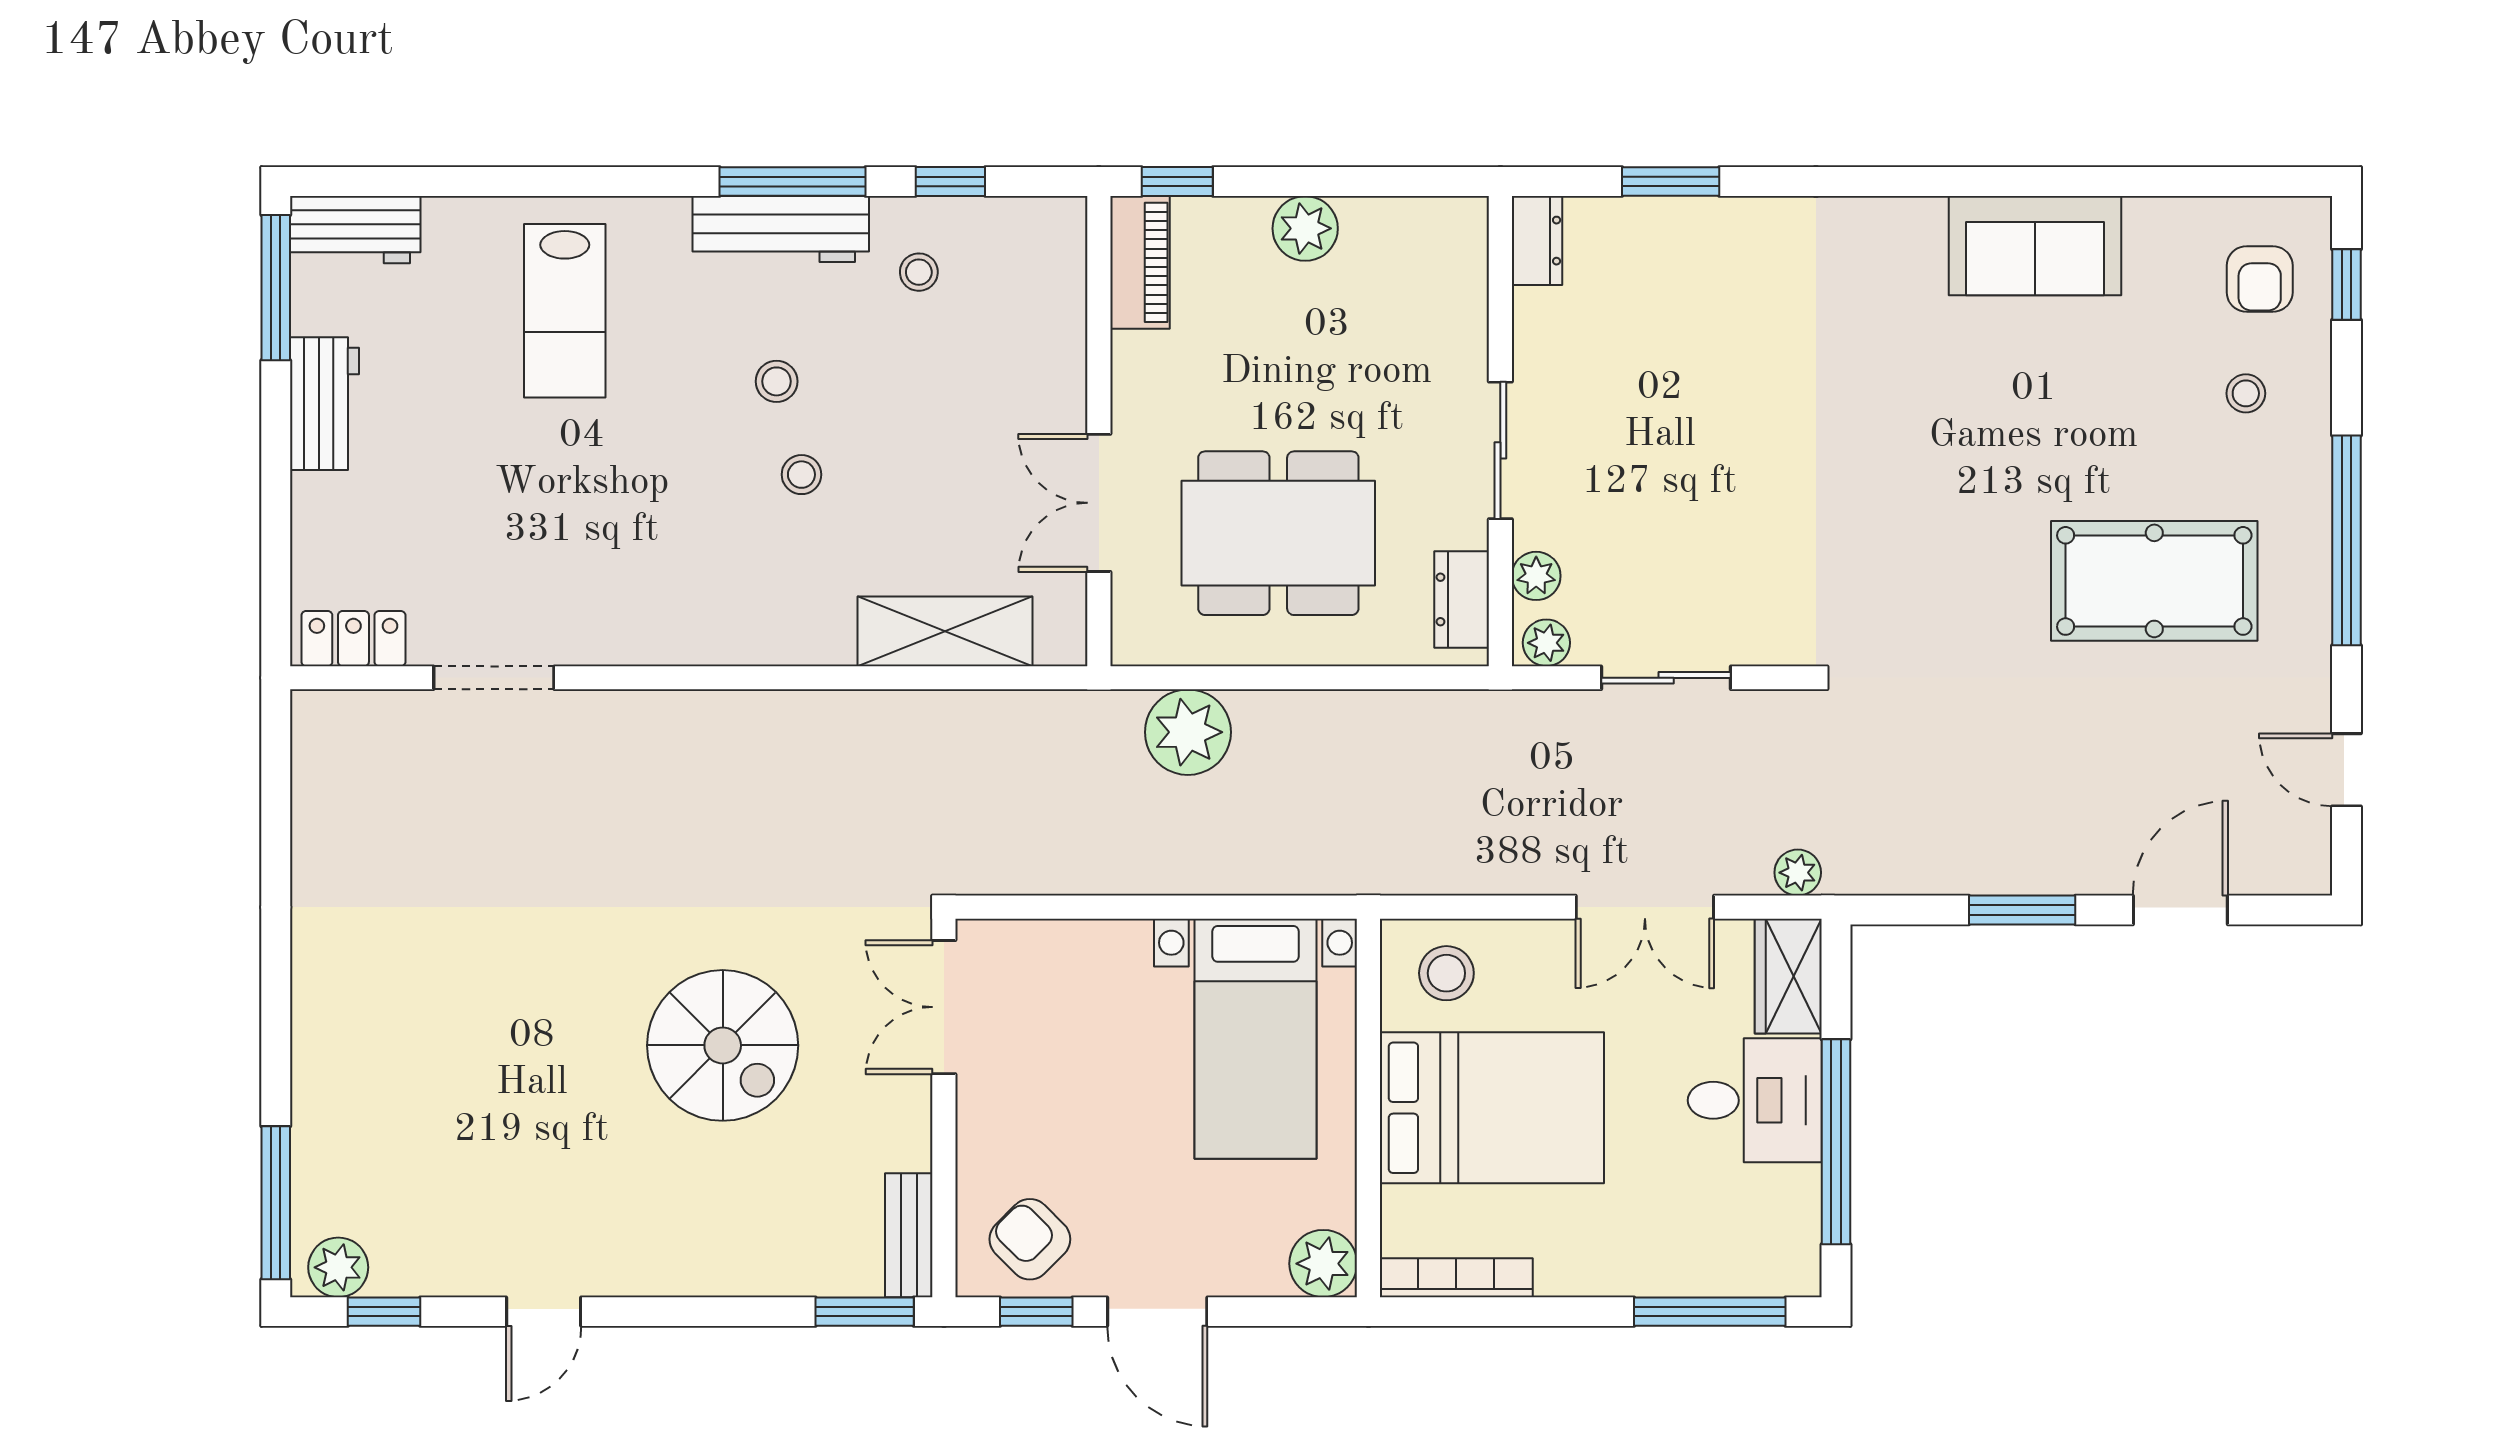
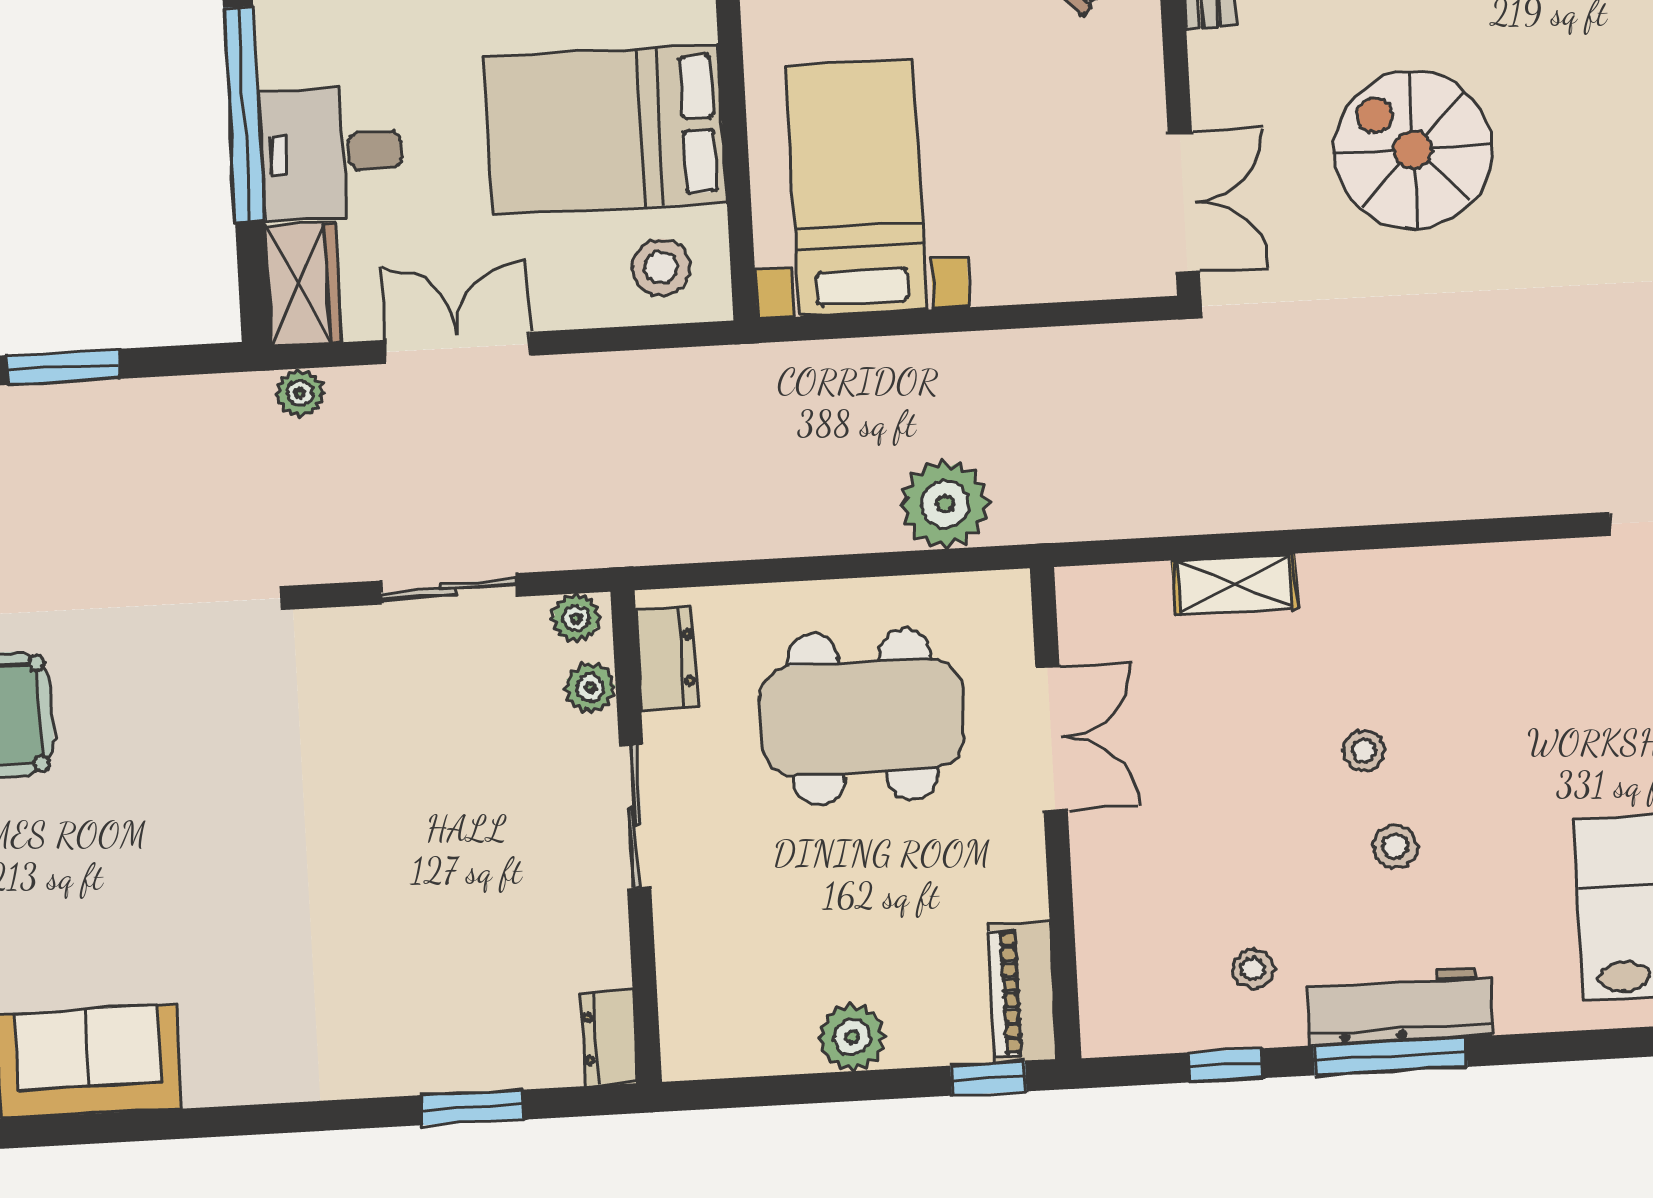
shelving: (945, 631) -> (1235, 584), width x0.67, depth x0.75

